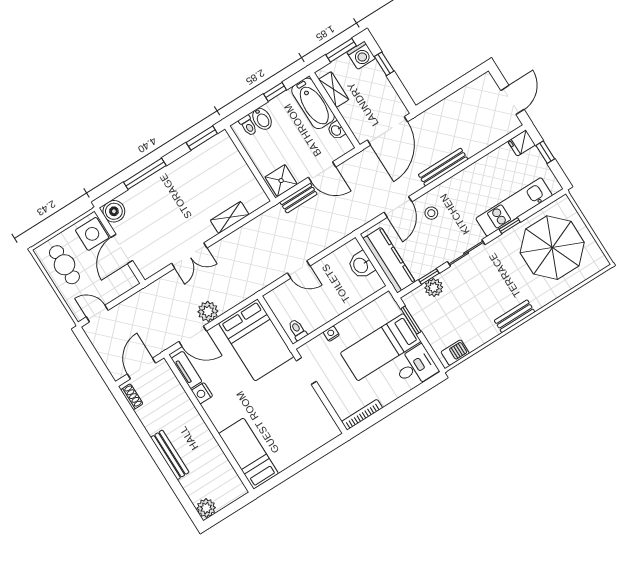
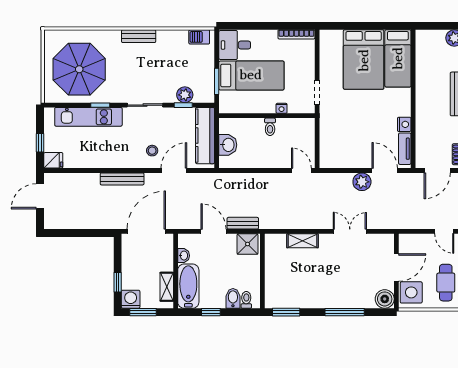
door: (299, 270) -> (301, 171), moved
toilet: (297, 330) -> (270, 127), moved
bed: (256, 340) -> (364, 60), moved, turned 180

